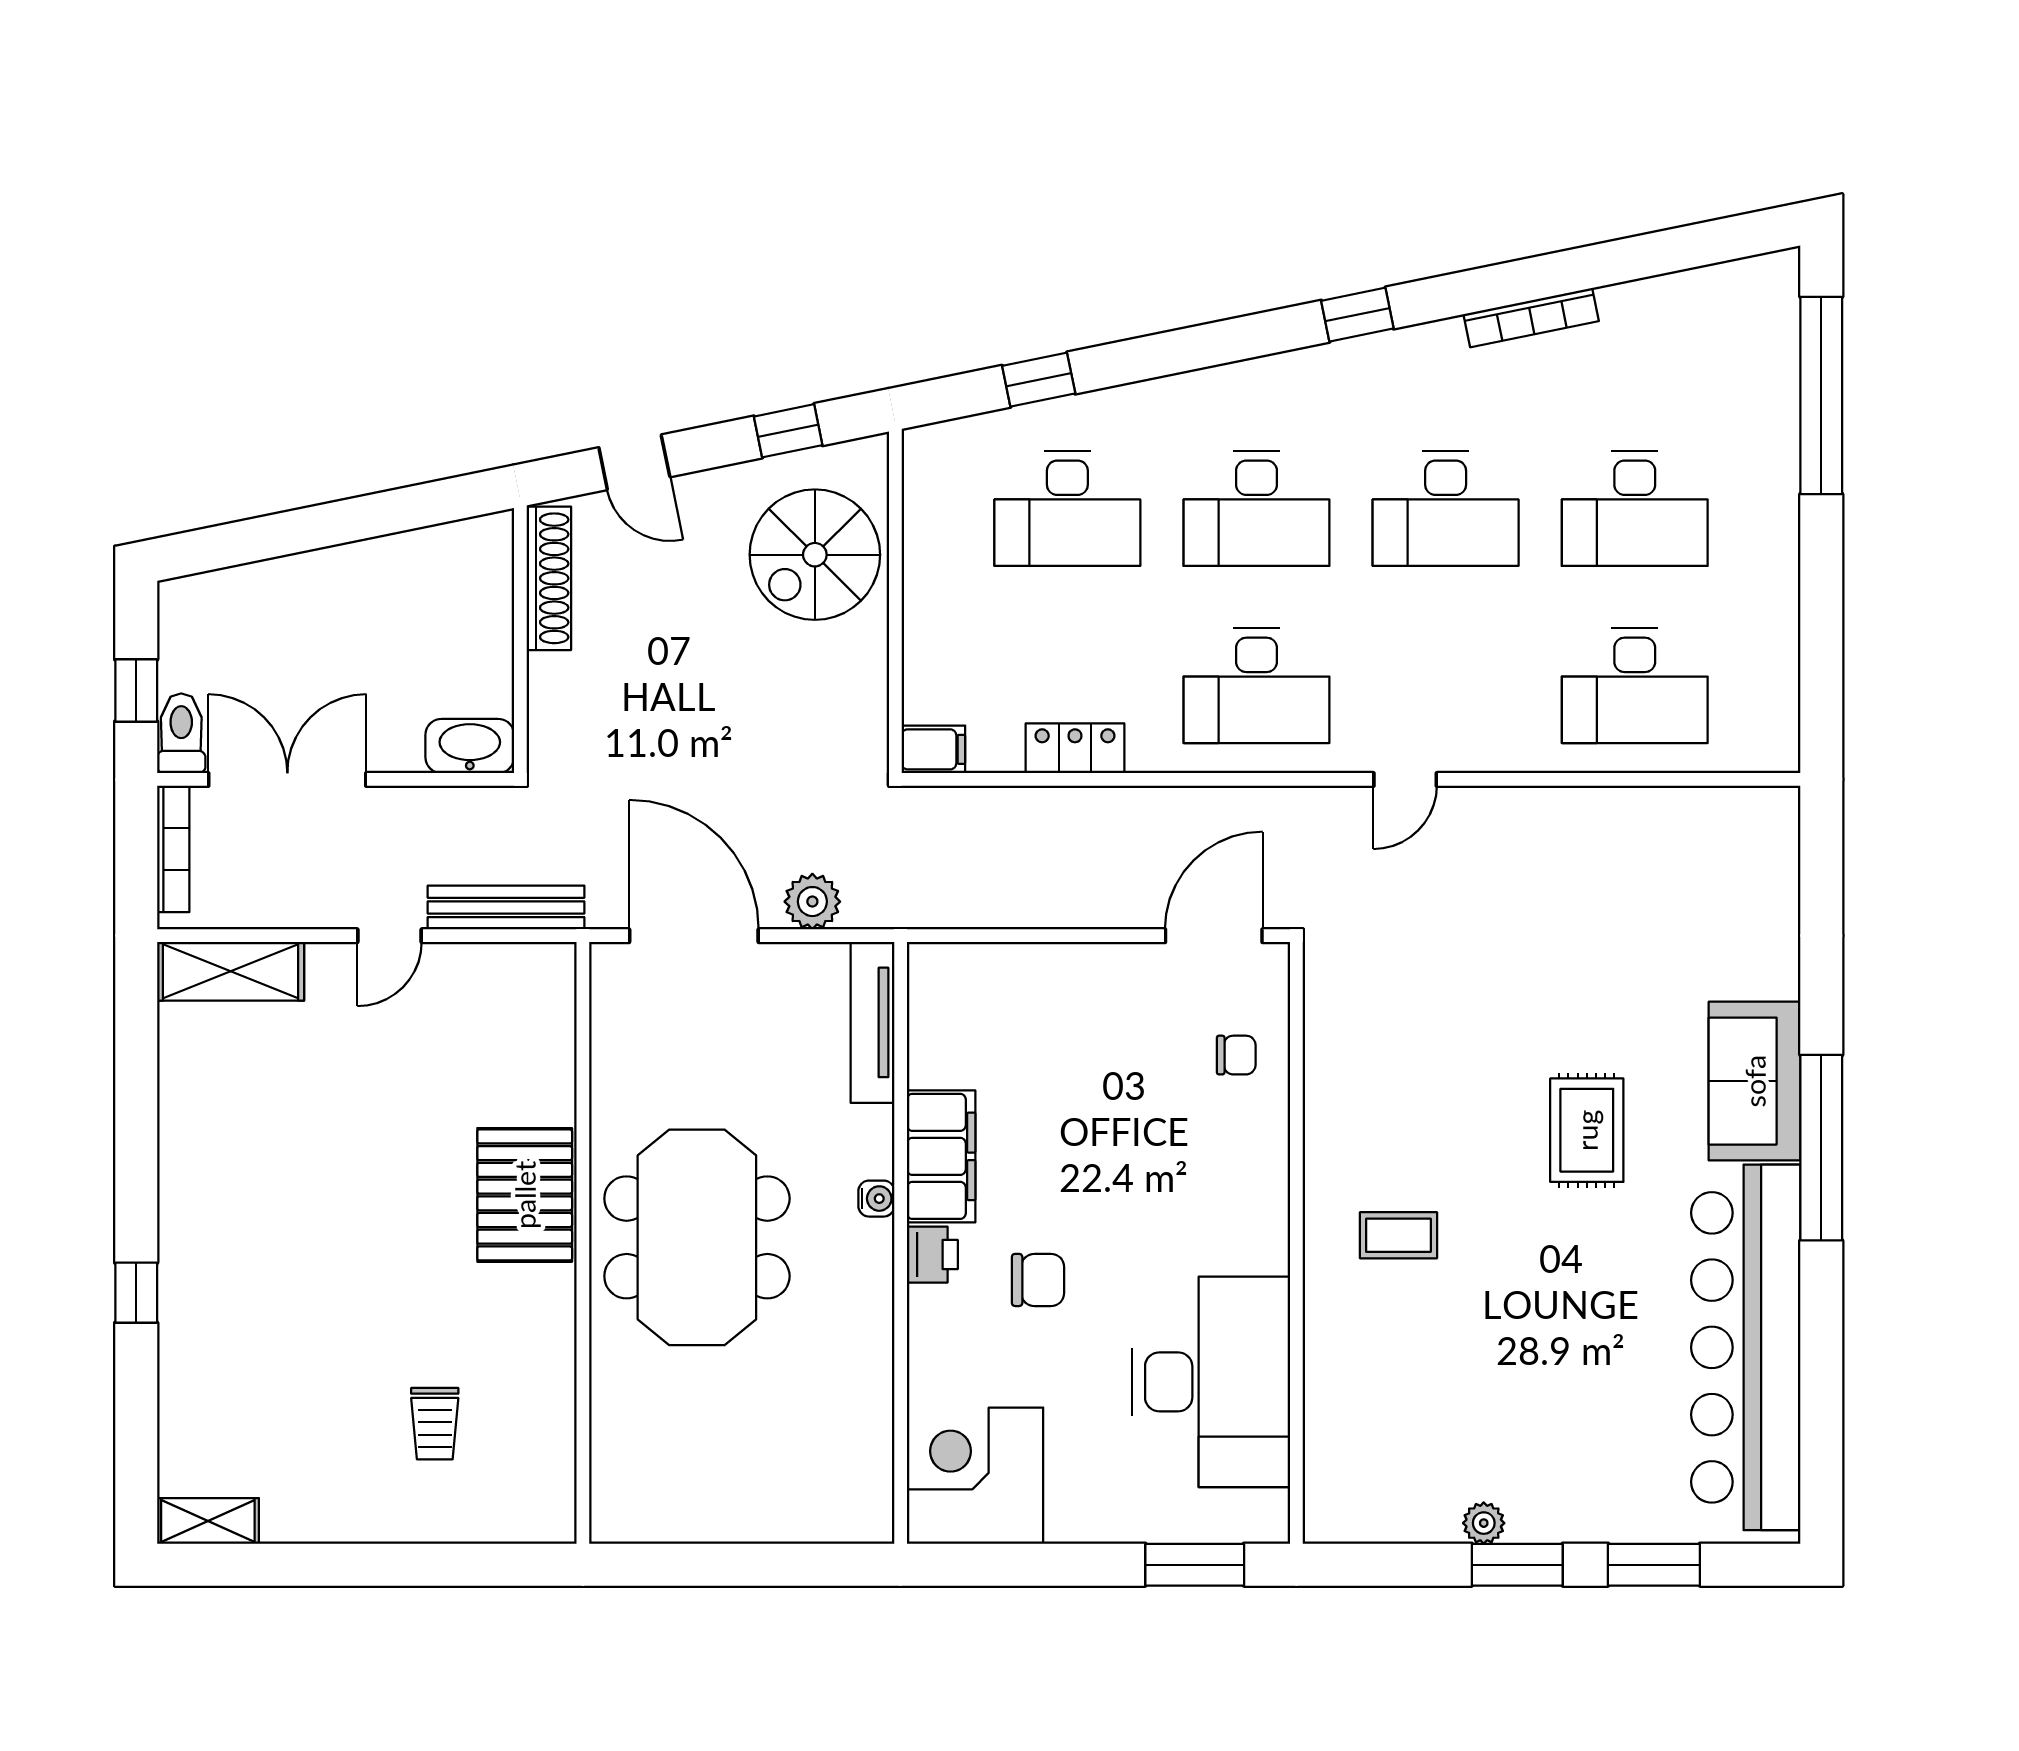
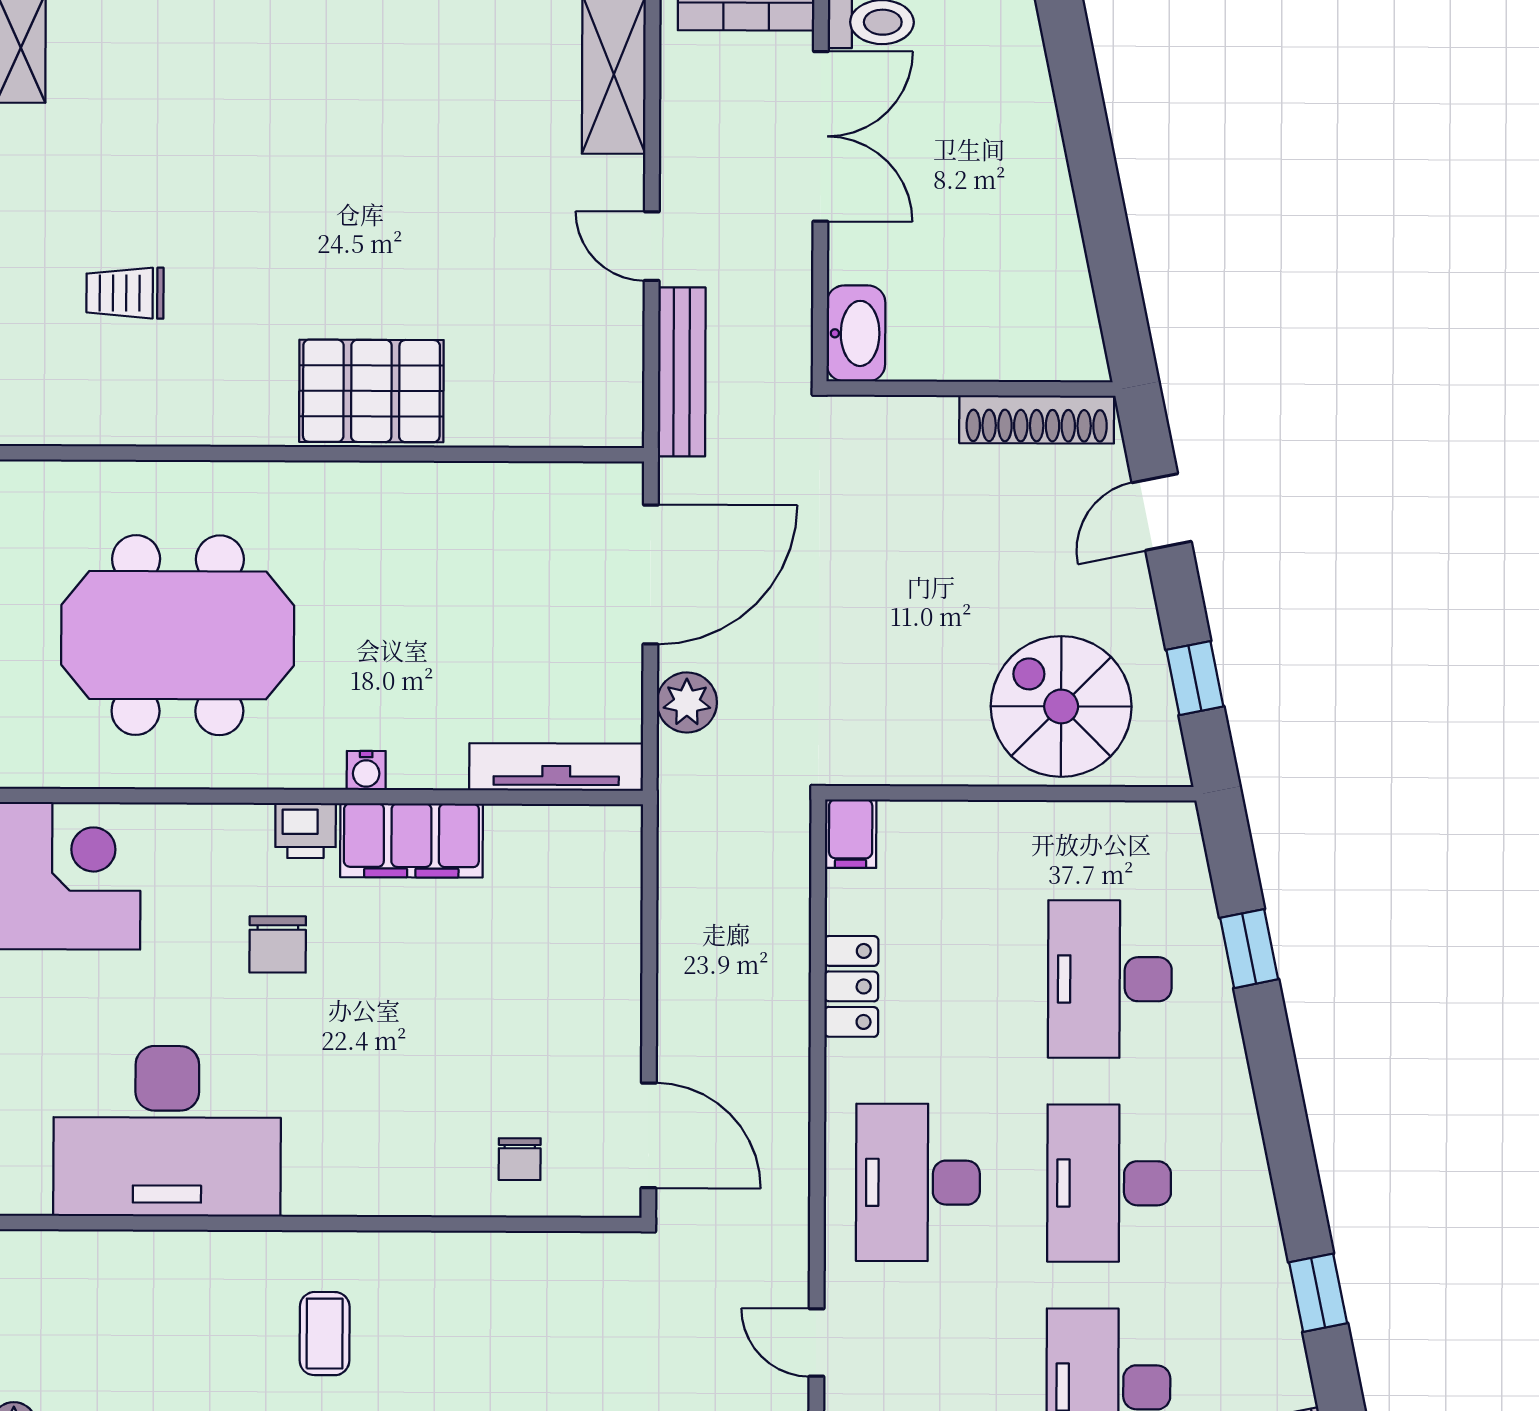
meeting table: (697, 1237) -> (178, 635), moved

